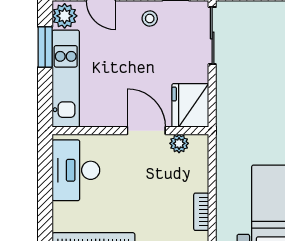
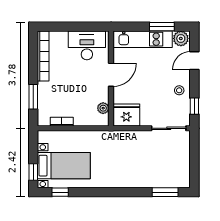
door: (146, 131) -> (111, 75), moved

